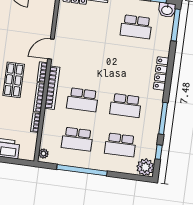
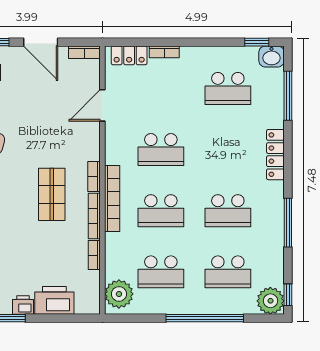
window: (176, 25) -> (288, 96), moved
door: (51, 49) -> (102, 105), moved
school desk: (88, 60) -> (161, 150), added
window: (159, 152) -> (288, 295), moved
plant: (43, 154) -> (119, 294), width x1.88, depth x1.88
window: (82, 170) -> (205, 318), moved

